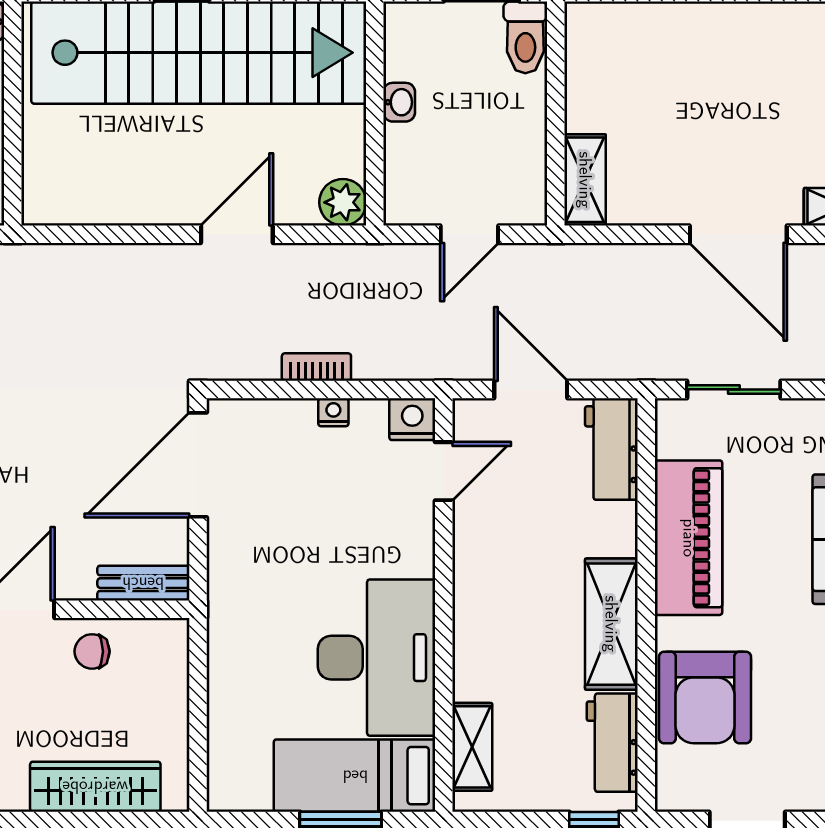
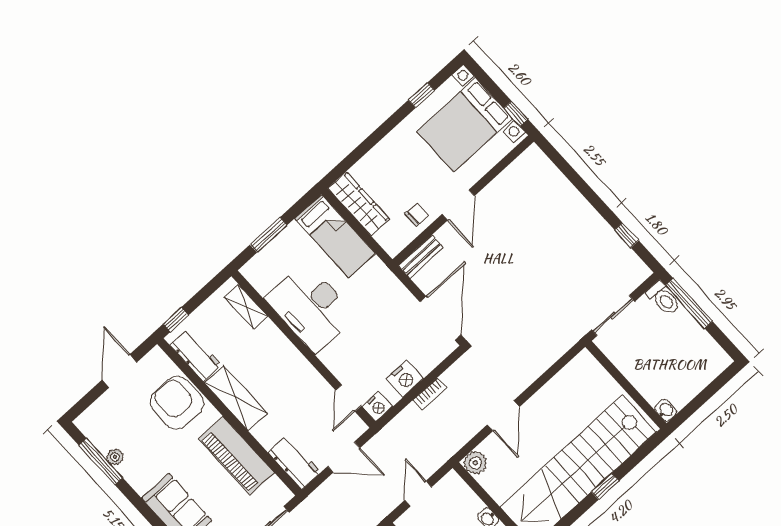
nightstand: (333, 412) -> (405, 379), width x1.89, depth x1.79
bed: (355, 776) -> (335, 236), moved, turned 90
wardrobe: (95, 787) -> (359, 204), moved, turned -90

